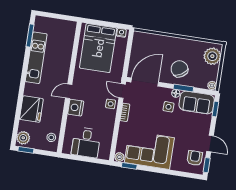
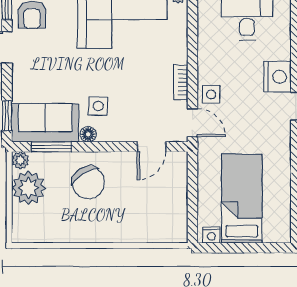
bed: (98, 48) -> (242, 199), width x0.67
plant: (212, 56) -> (29, 188), moved
door: (145, 82) -> (152, 147), width x0.53
window: (183, 88) -> (52, 147), moved

